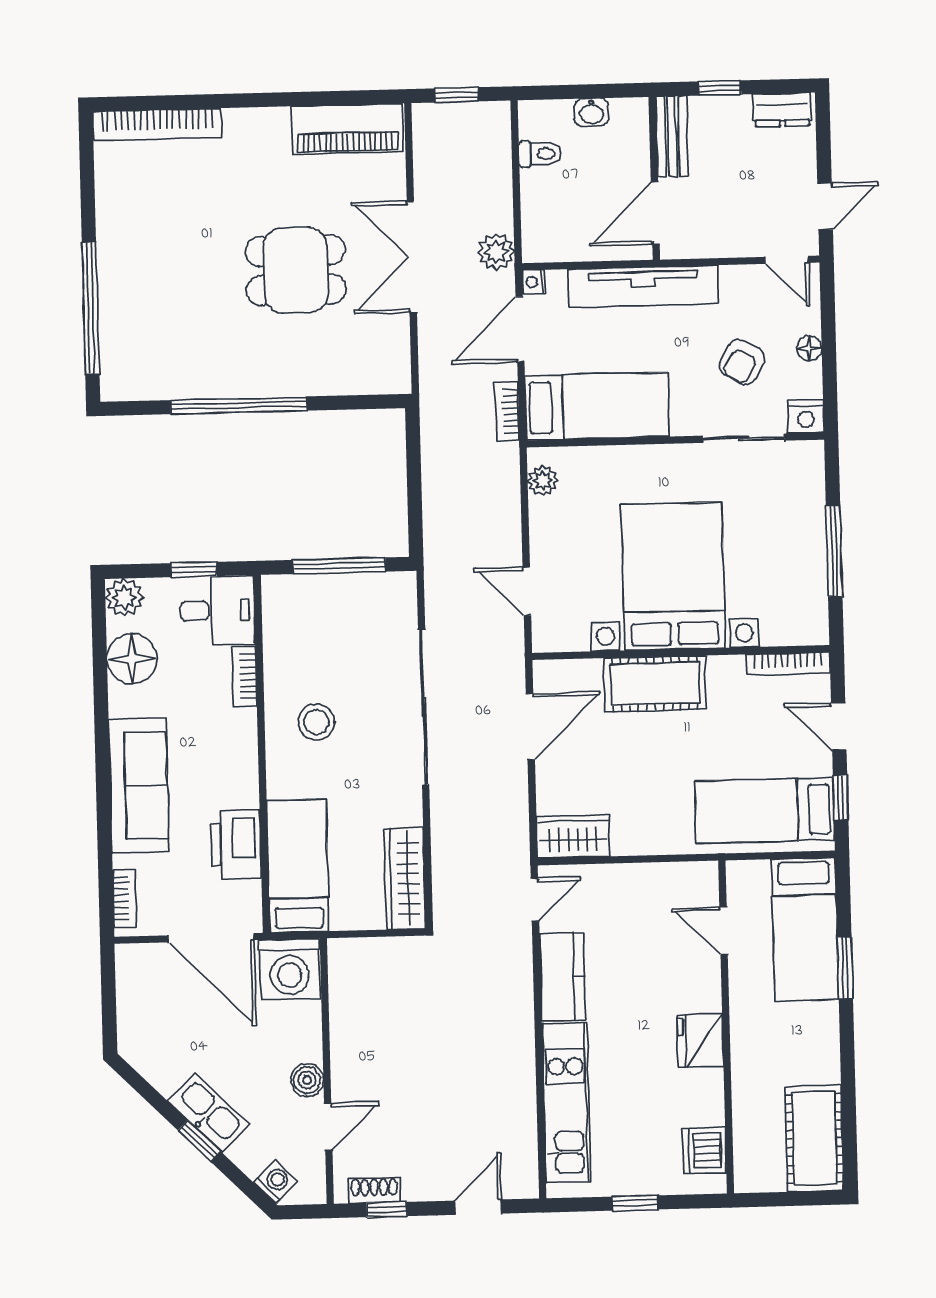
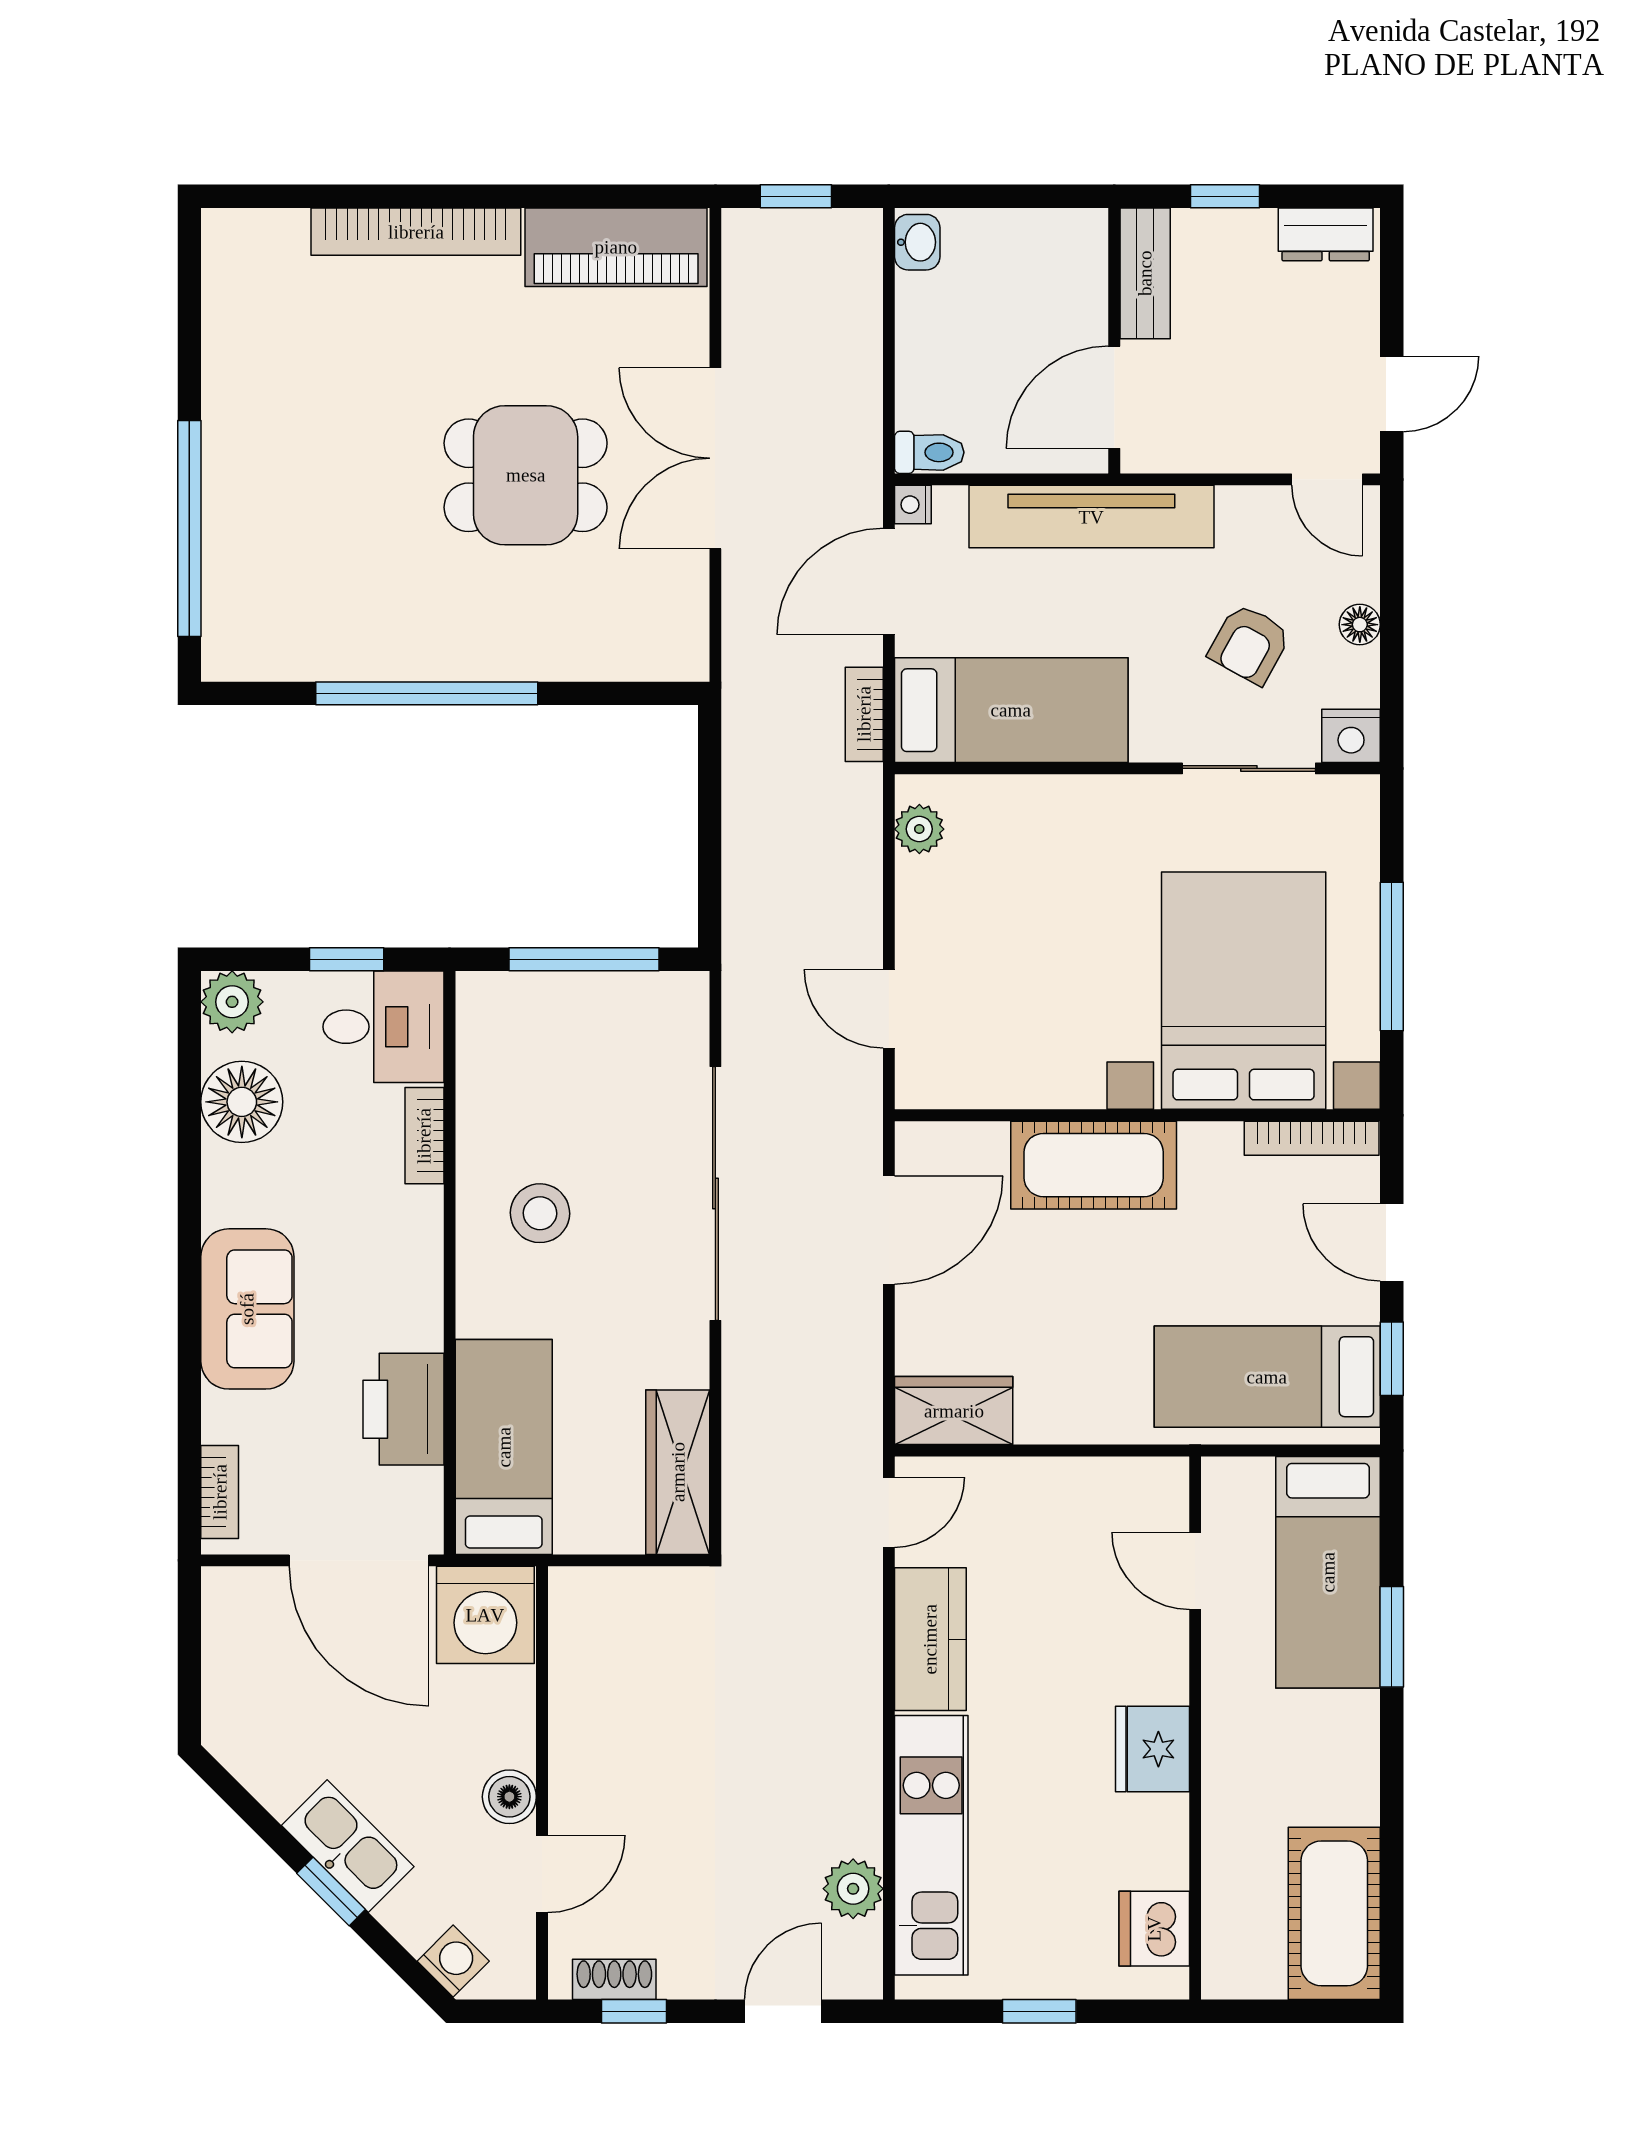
washbasin: (591, 112) -> (917, 242), moved, turned -90
bookcase: (157, 124) -> (416, 232), moved
toilet: (540, 154) -> (929, 452), moved
plant: (496, 252) -> (853, 1889), moved
bed with nightstands: (673, 576) -> (1244, 991), moved
sofa: (139, 785) -> (247, 1309), width x0.73

